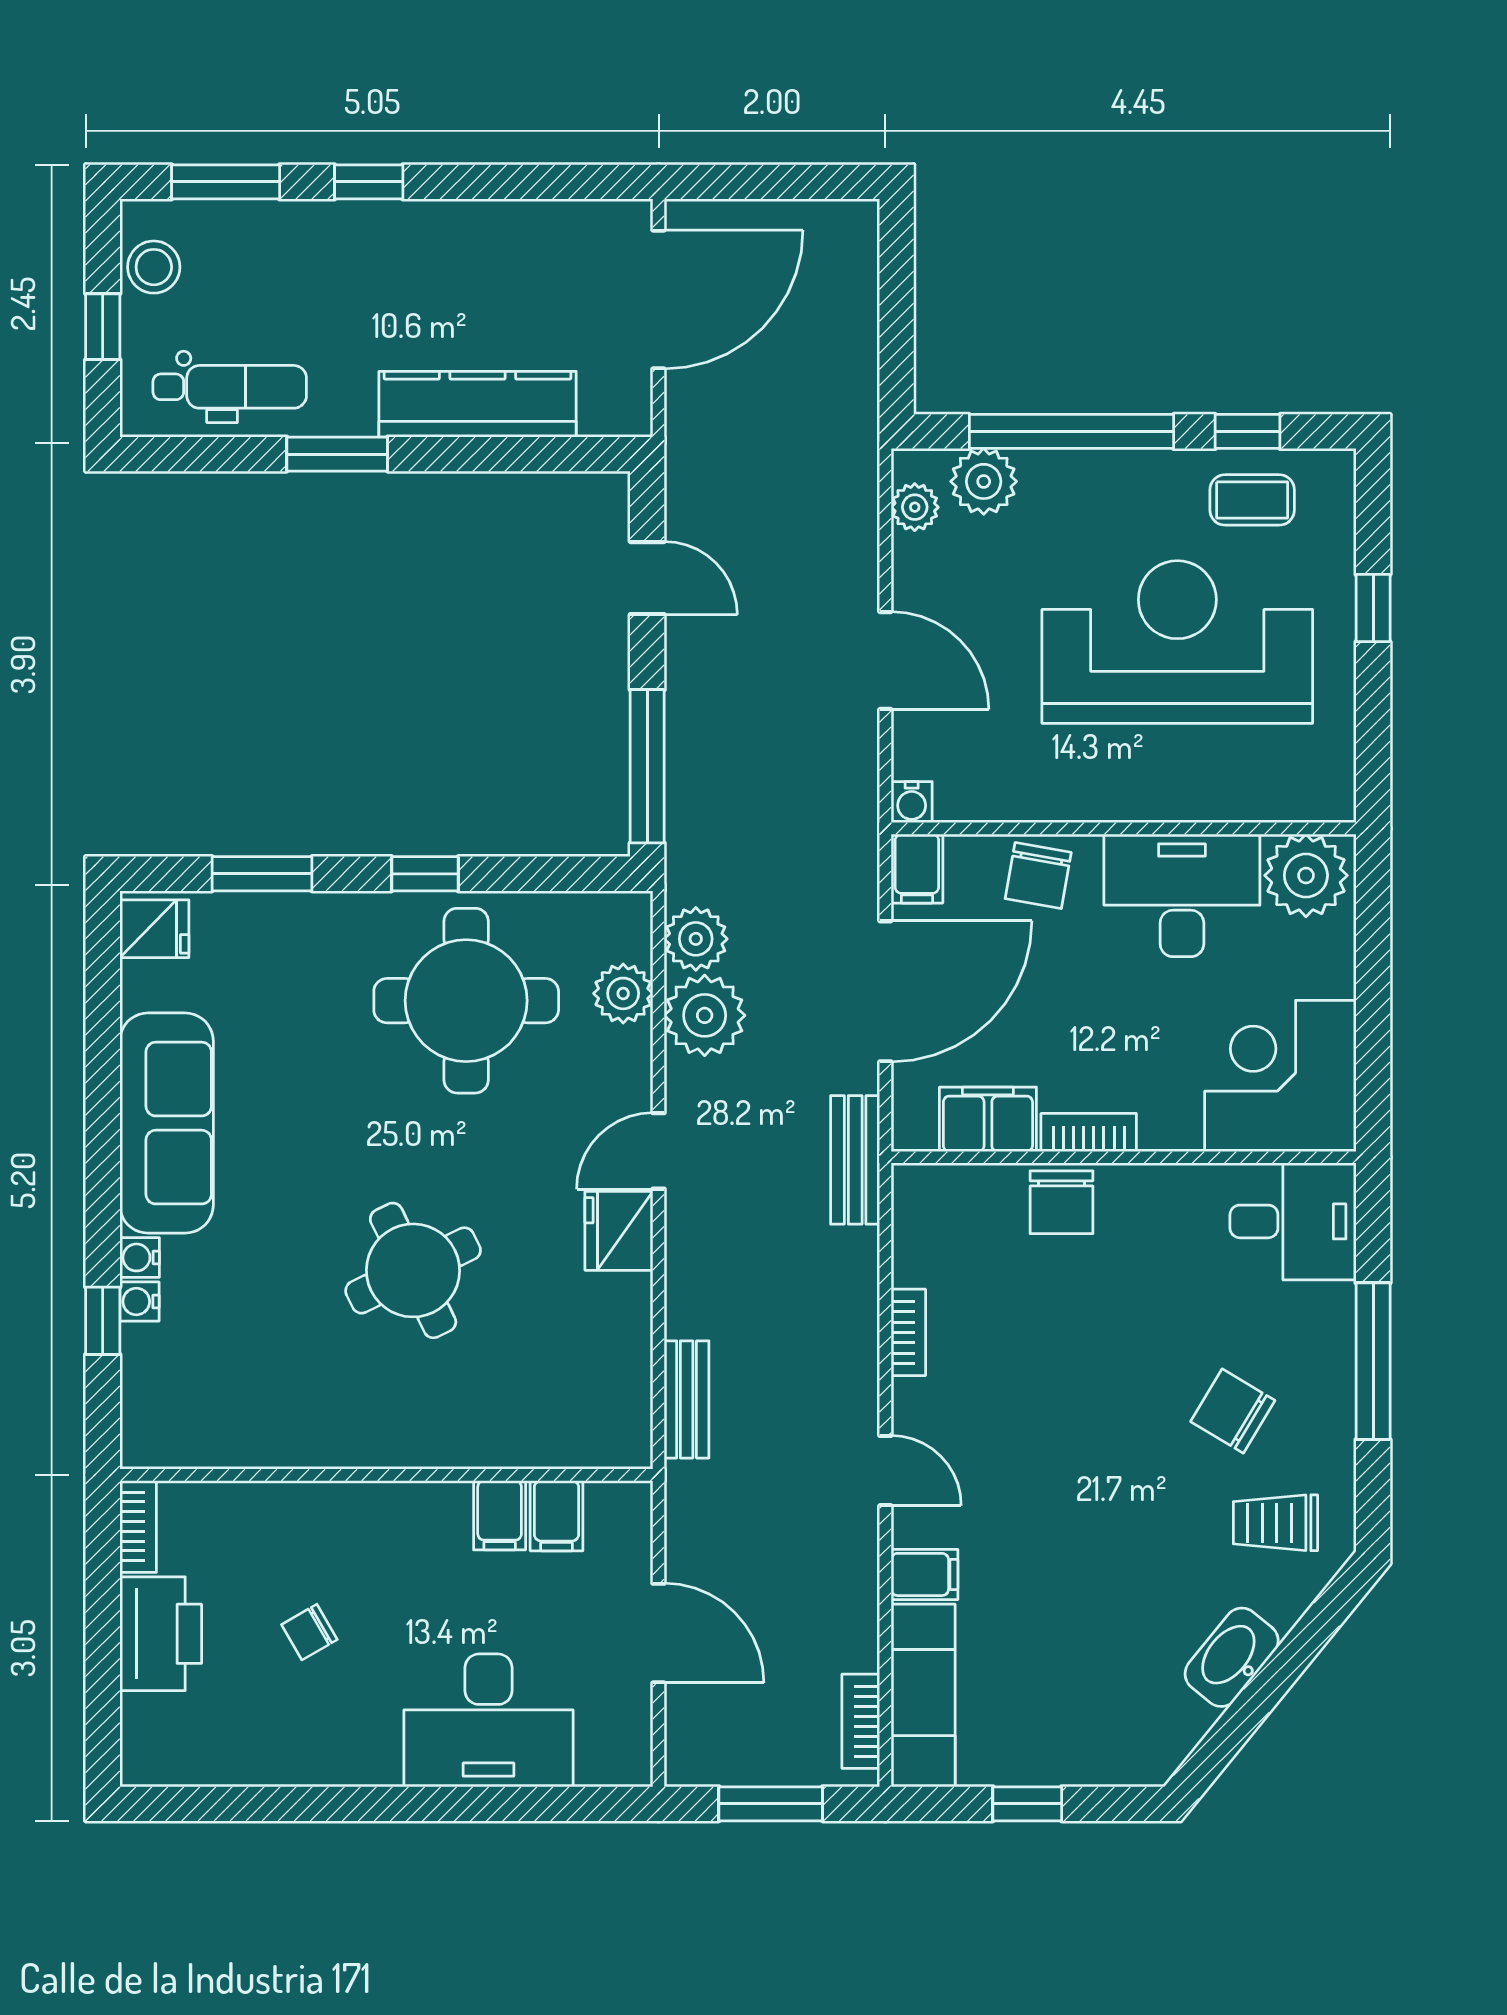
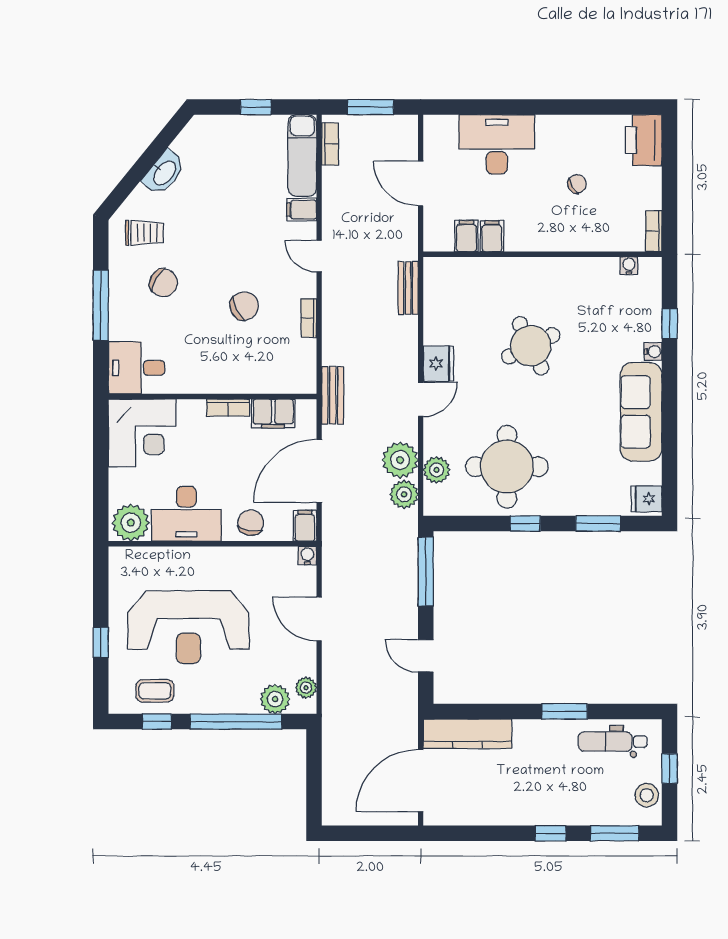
kitchen counter: (478, 404) -> (467, 734), moved
chair: (1061, 1202) -> (244, 306), moved, turned 65
water cooler: (139, 1302) -> (629, 266), moved, turned -90
printer: (161, 1634) -> (644, 140), moved

